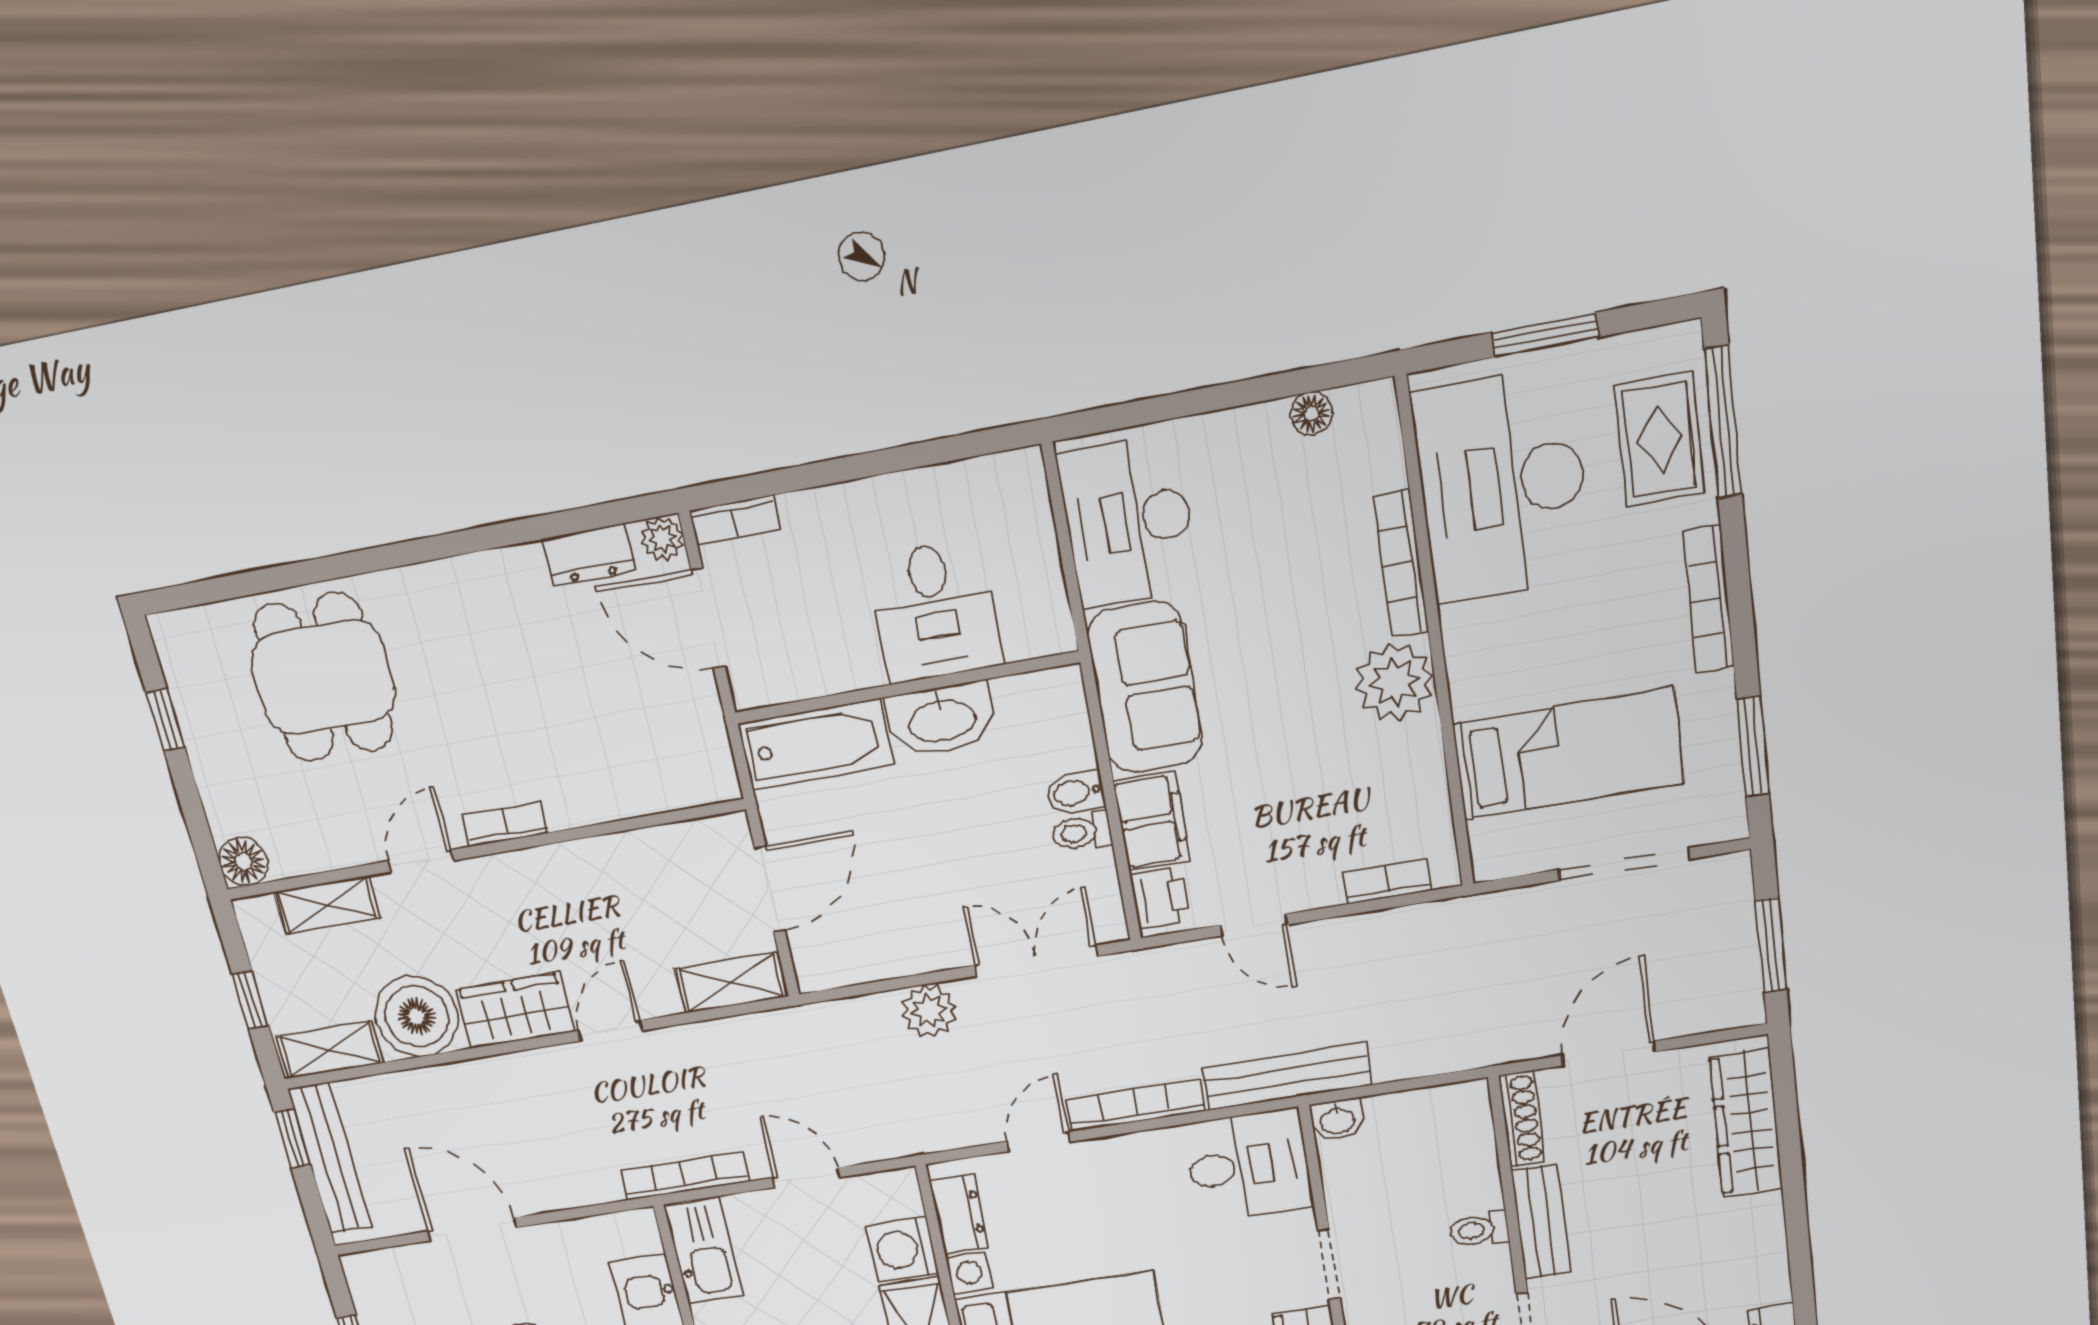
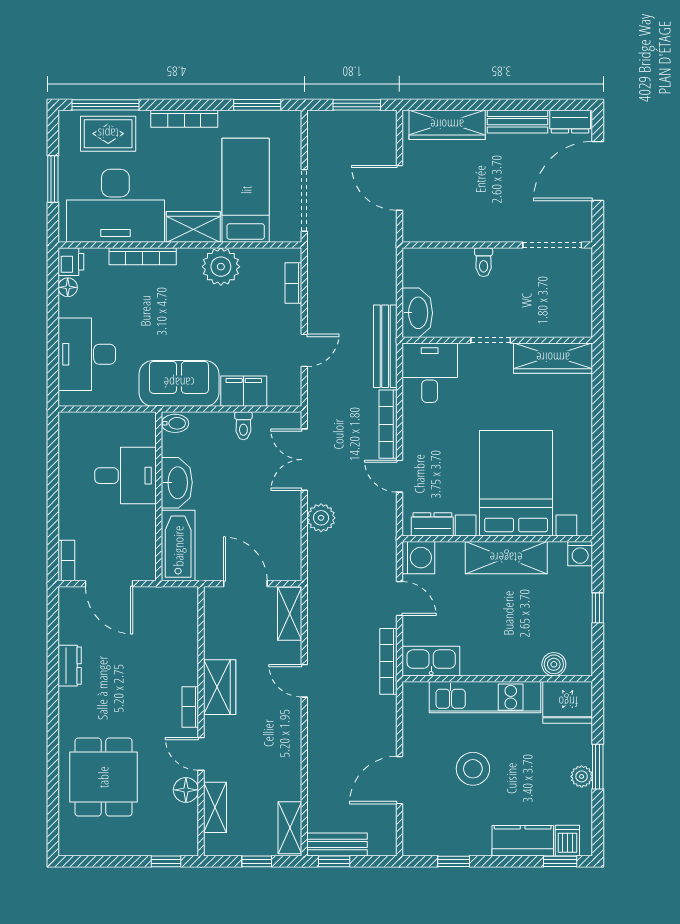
desk: (1129, 521) -> (87, 354), moved, turned 90
plant: (662, 539) -> (69, 597), removed
dresser: (589, 555) -> (70, 666), moved
door: (708, 618) -> (109, 584), hinge flipped
wardrobe: (1478, 659) -> (193, 227), added
dining table: (323, 678) -> (103, 777), turned 90
plant: (1395, 682) -> (221, 267), moved
window: (165, 720) -> (166, 861), moved
bidet: (1075, 792) -> (175, 423), moved, turned -90
floor lamp: (243, 862) -> (186, 790), moved
doorway: (1624, 864) -> (304, 200), moved
printer: (1160, 898) -> (71, 262), moved, turned 90
wardrobe: (515, 1011) -> (220, 687), moved, turned 180
boiler: (417, 1016) -> (280, 778), removed
shoe rack: (1522, 1119) -> (427, 234), removed
washbasin: (1338, 1120) -> (417, 313), width x1.91, depth x1.45
bench: (330, 1158) -> (337, 845), width x0.73
door: (806, 1178) -> (399, 599), swing flipped
bench: (1541, 1222) -> (517, 122), moved
washing machine: (902, 1249) -> (418, 558), moved, turned -90

